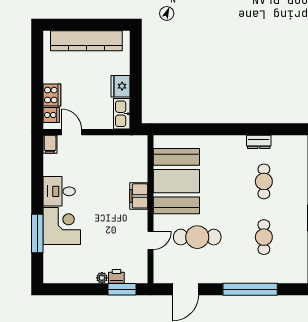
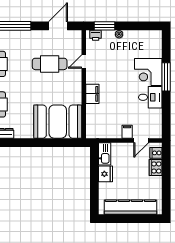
door: (72, 132) -> (141, 140), hinge flipped
filing cabinet: (50, 144) -> (127, 132), moved
booth: (176, 181) -> (58, 122), moved, turned 90
window: (37, 234) -> (166, 77), moved
printer: (116, 276) -> (96, 35), moved

